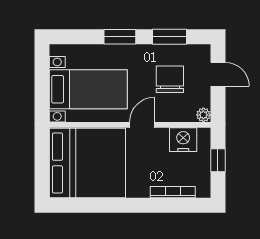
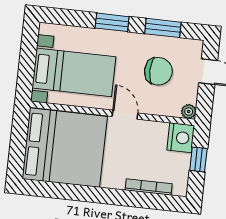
chair: (170, 79) -> (158, 71), turned 90
door: (142, 125) -> (125, 115), hinge flipped
nightstand: (183, 140) -> (181, 138), moved, turned 90

